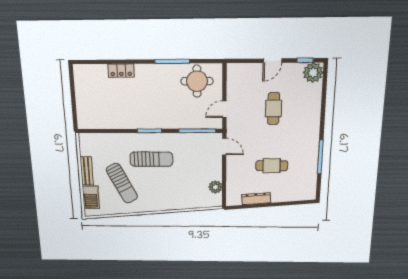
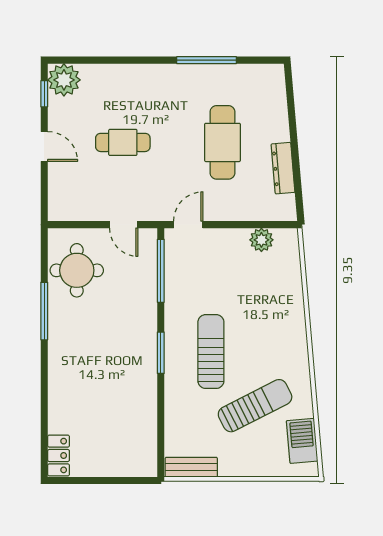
locker: (121, 71) -> (59, 456), moved
cafe table: (272, 166) -> (222, 142), width x1.37, depth x1.35
bench: (87, 171) -> (191, 467), moved
barbecue: (91, 197) -> (302, 441), moved, turned -95

